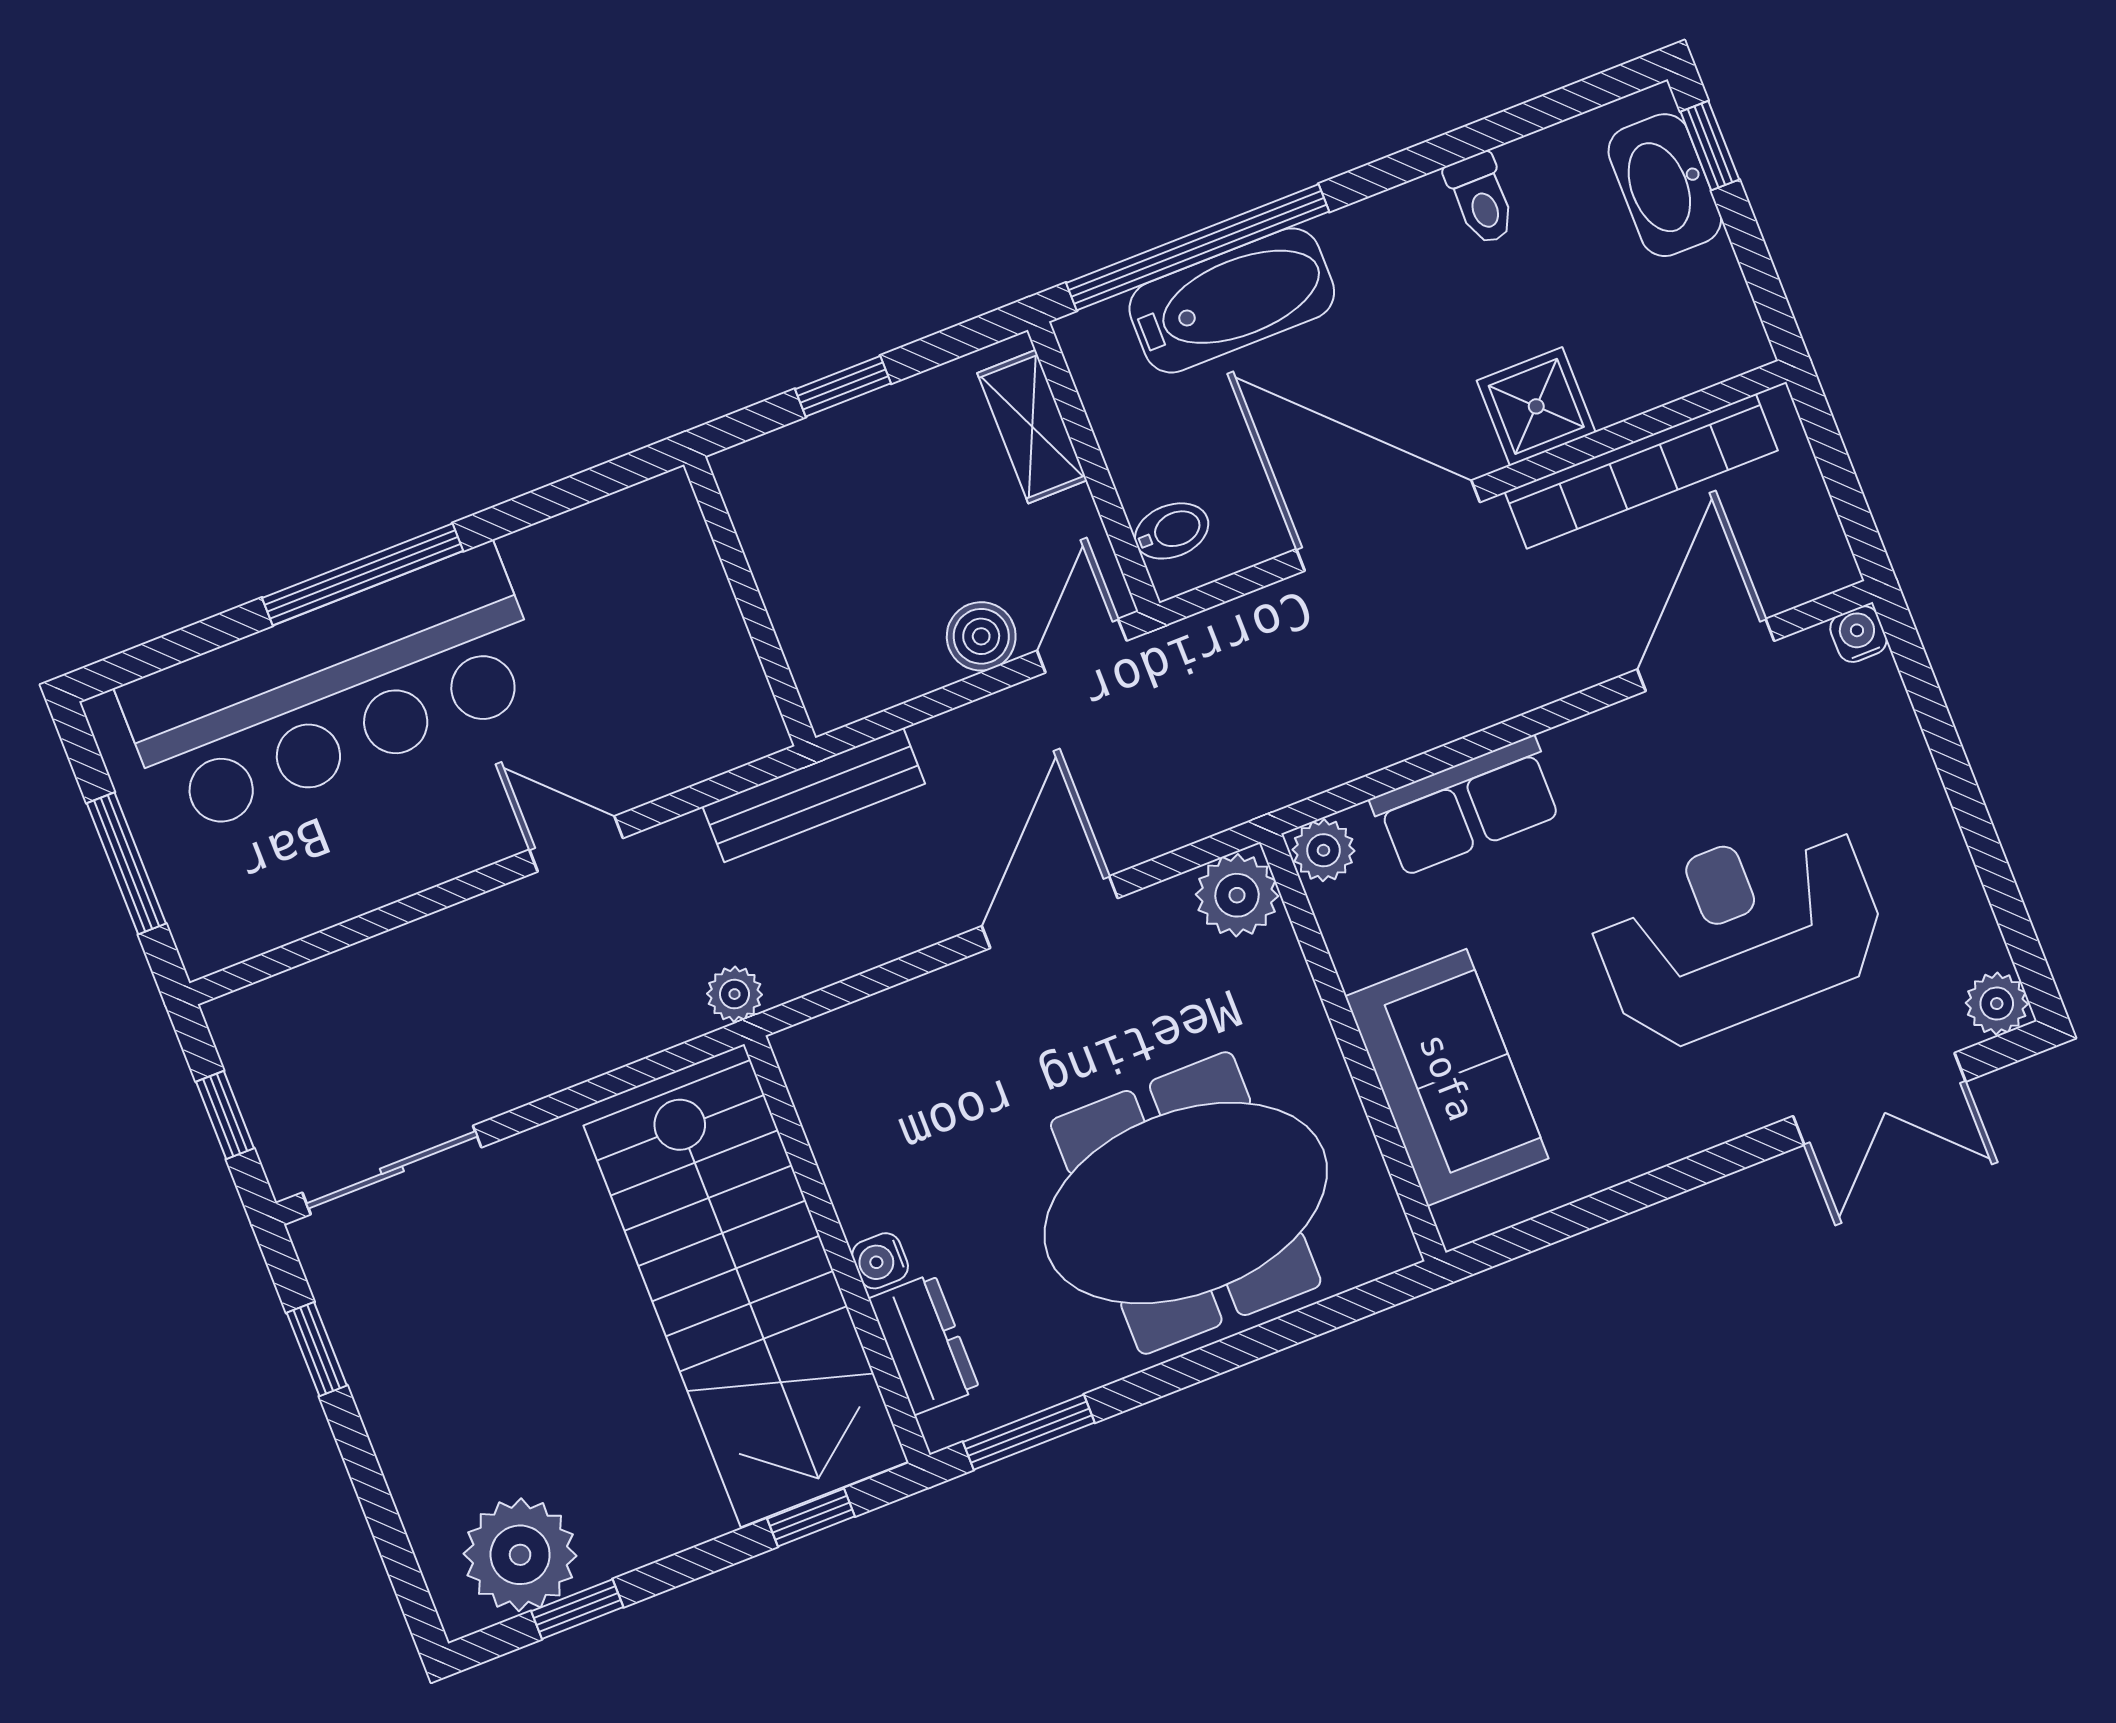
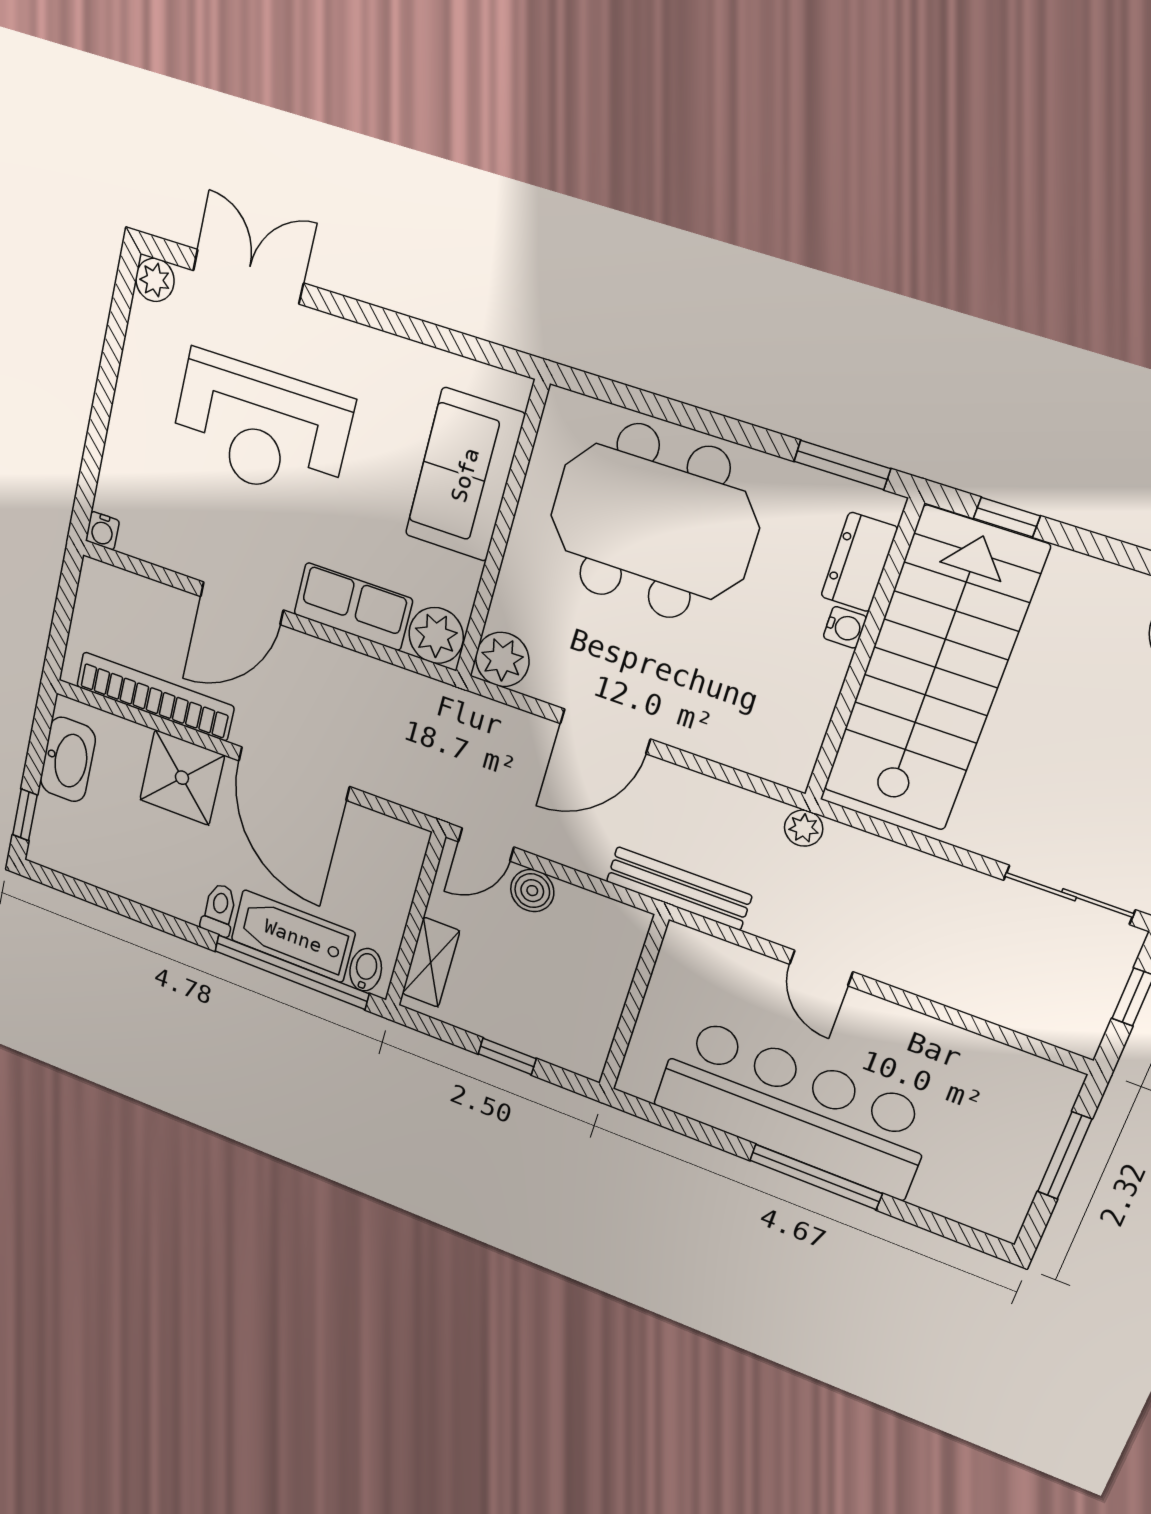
washbasin: (1665, 185) -> (68, 760), moved
toilet: (1481, 199) -> (219, 910), moved
shower: (1536, 406) -> (182, 778), width x1.36, depth x1.36
bidet: (1172, 531) -> (366, 970), moved, turned 90
door: (1706, 655) -> (242, 603), moved
bar counter: (333, 691) -> (794, 1107), moved
plant: (1323, 850) -> (436, 635), width x1.38, depth x1.38

